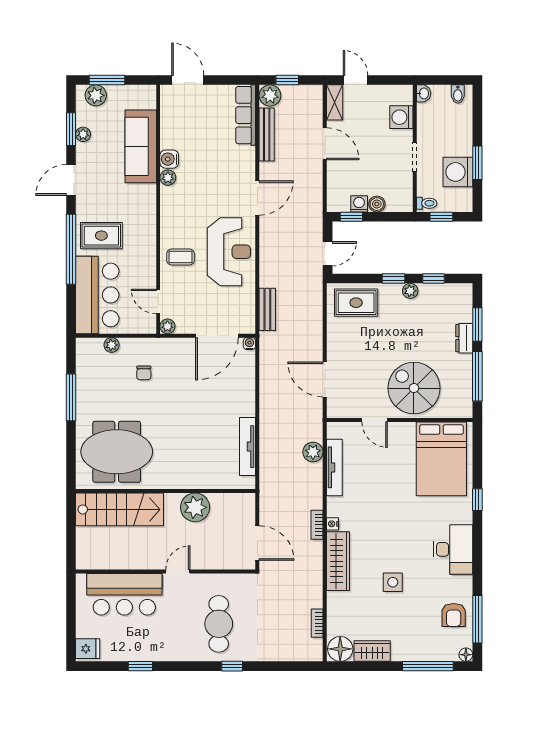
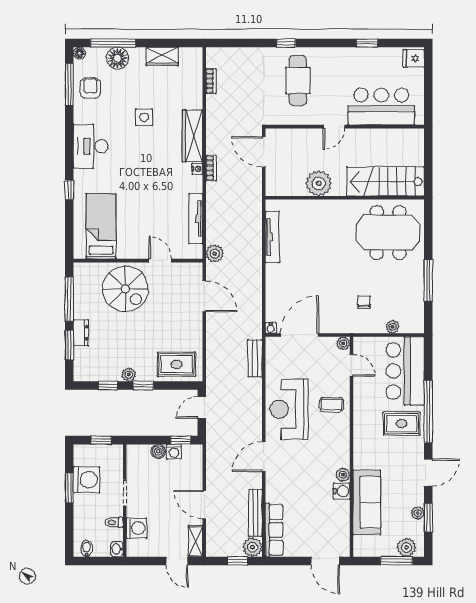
toilet: (427, 203) -> (114, 522), moved
plant: (313, 452) -> (215, 254), moved
bed: (441, 459) -> (101, 226), width x0.67
floor lamp: (340, 649) -> (117, 58), moved

